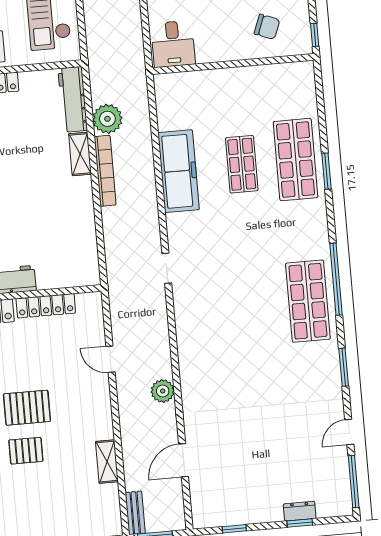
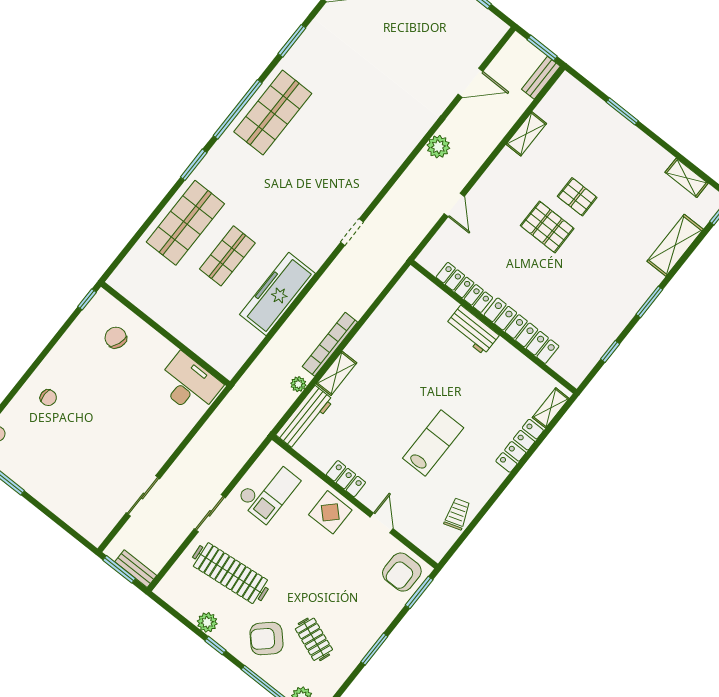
desk: (173, 44) -> (189, 384), width x1.37
plant: (107, 119) -> (298, 384), width x0.53, depth x0.53
window: (326, 171) -> (194, 165), moved

